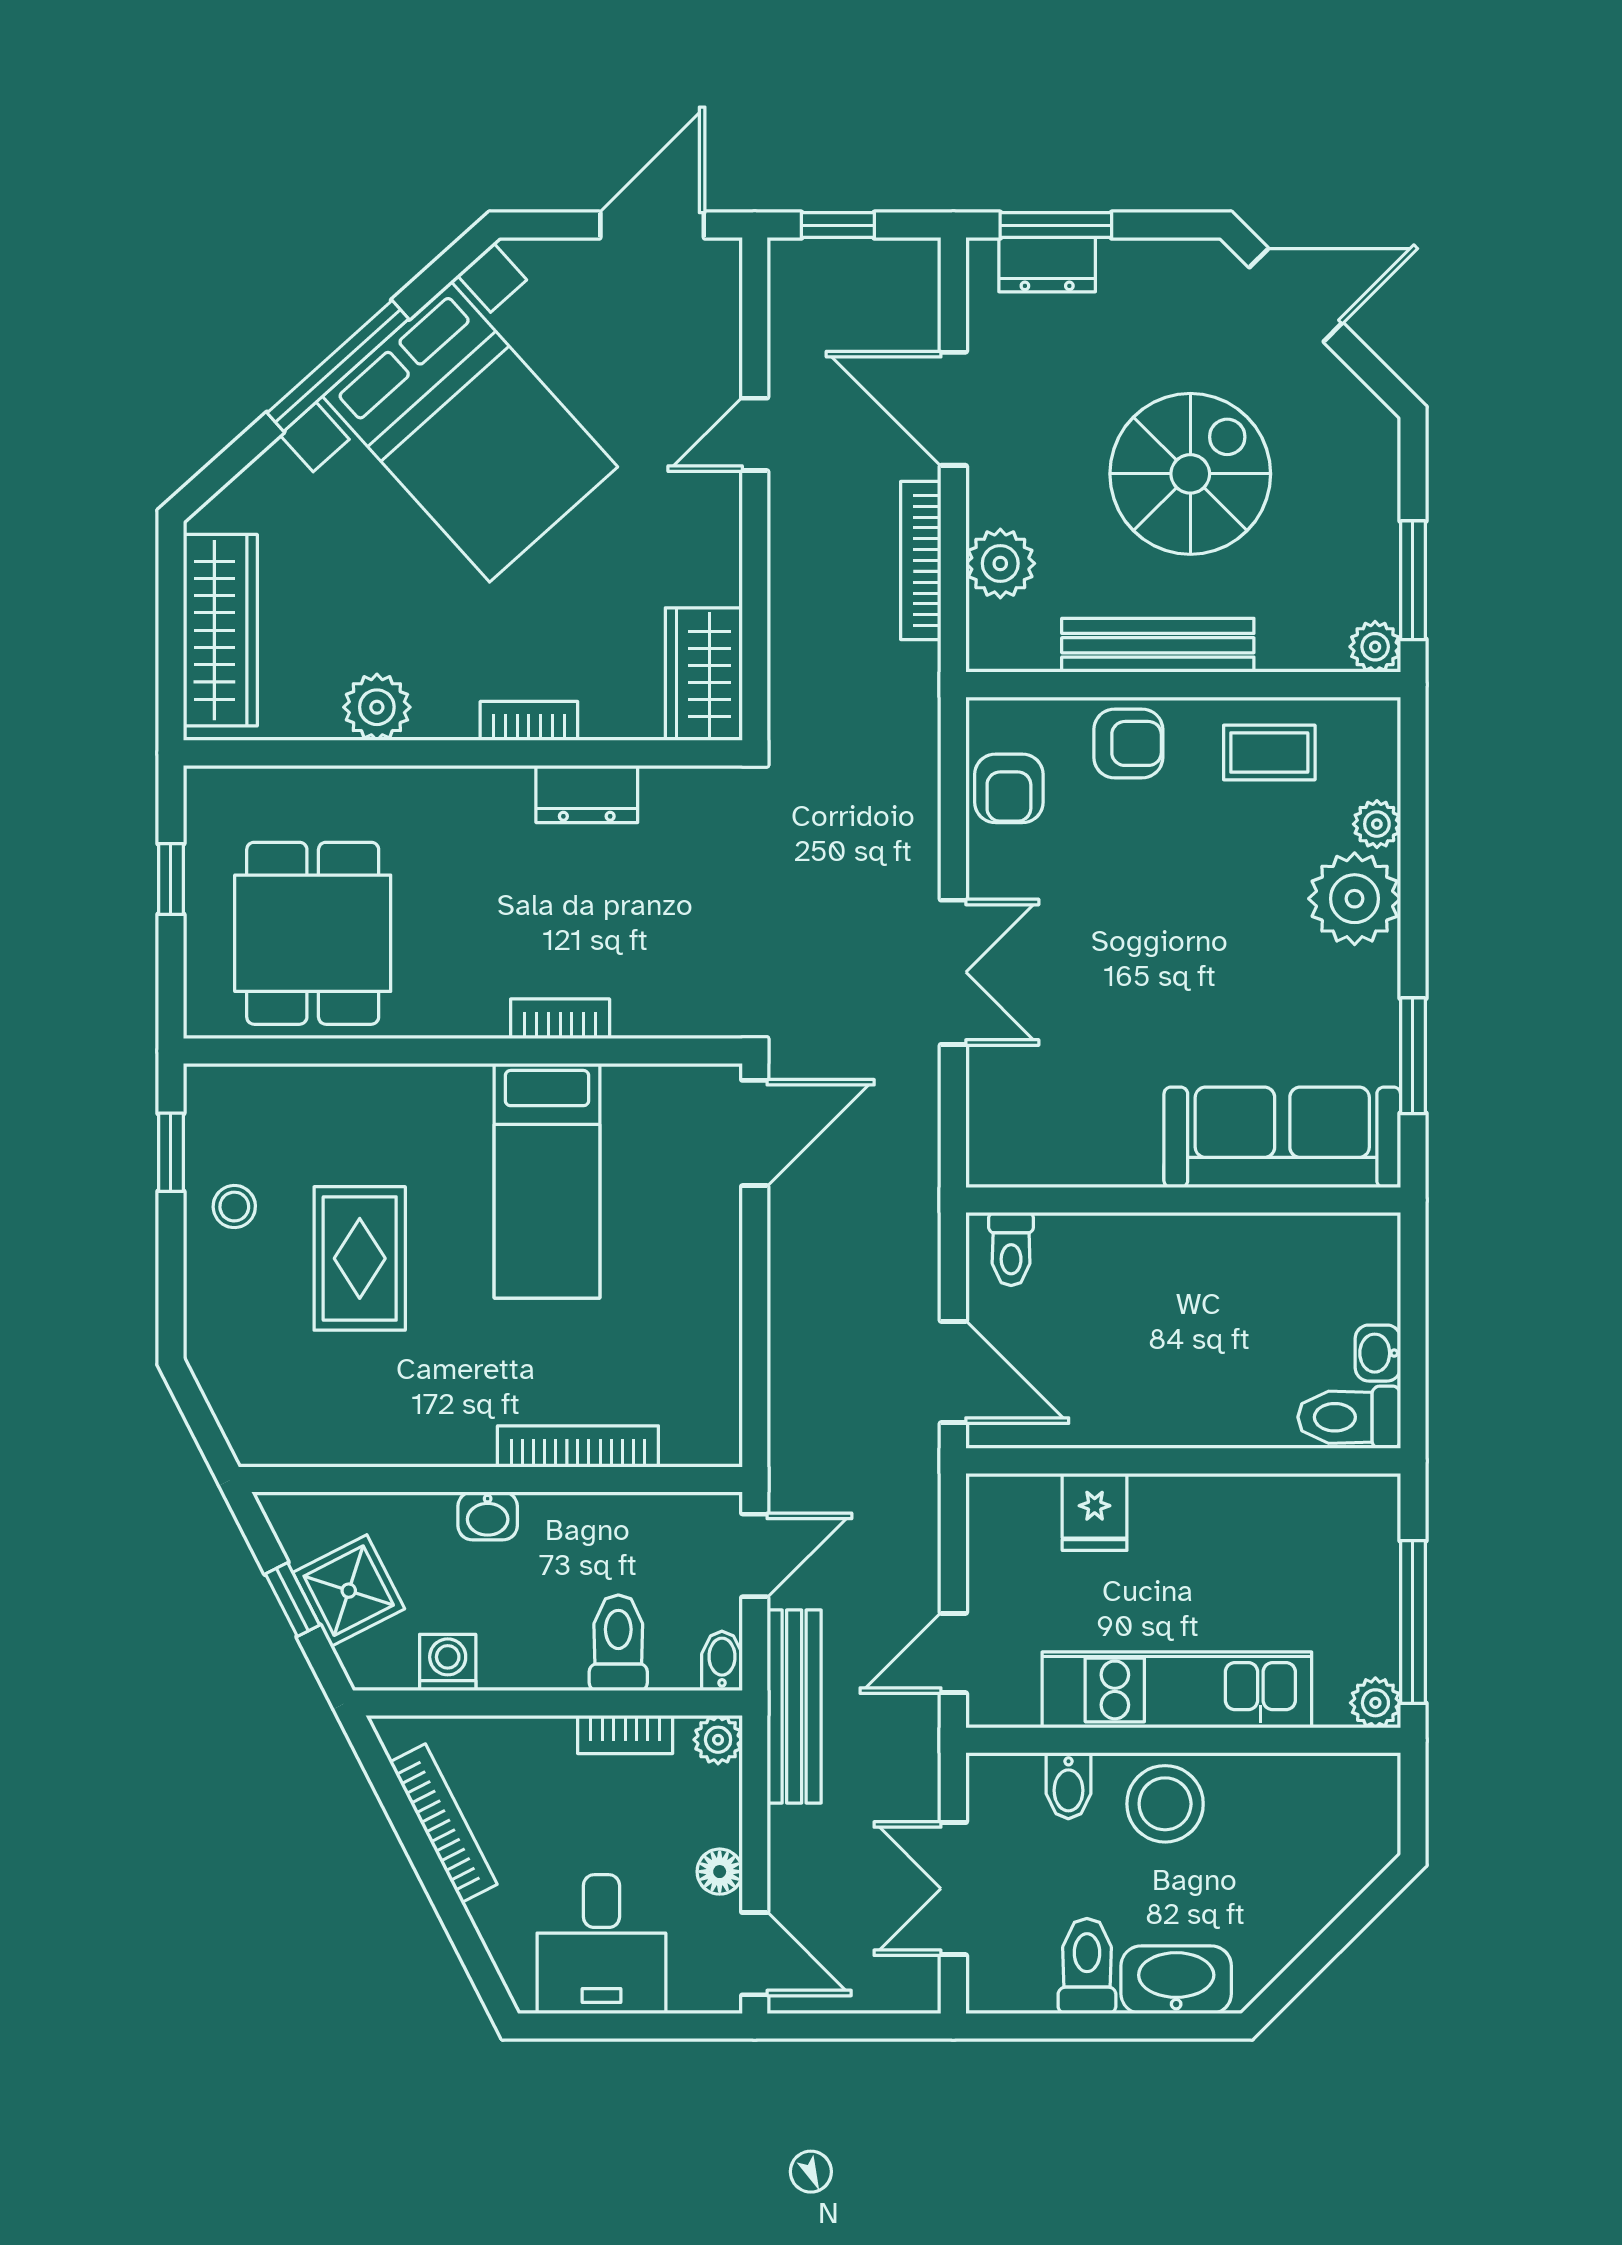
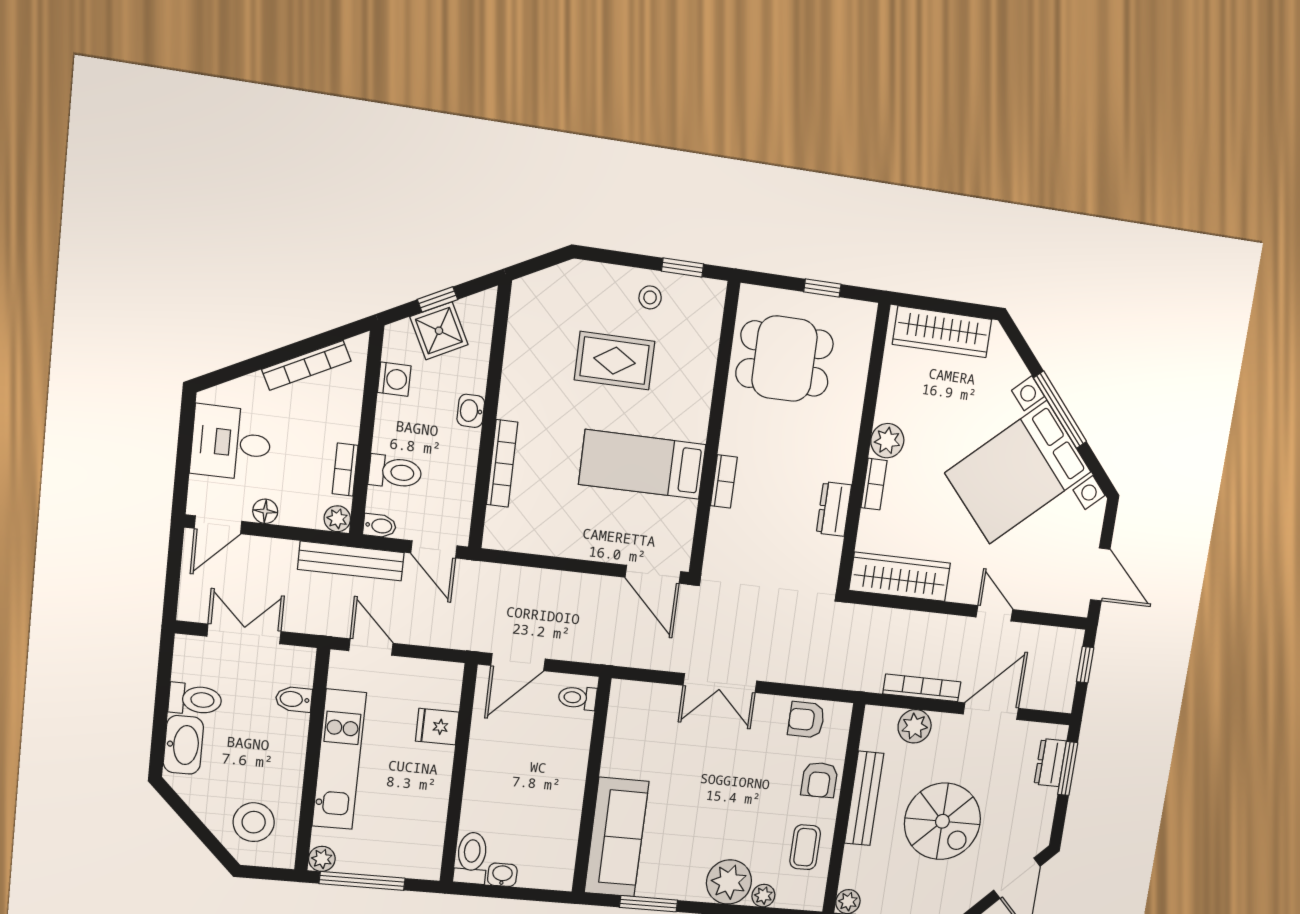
wardrobe: (704, 674) -> (900, 577), width x1.50
plant: (377, 707) -> (887, 441), moved
stool: (1165, 1804) -> (254, 822), moved

